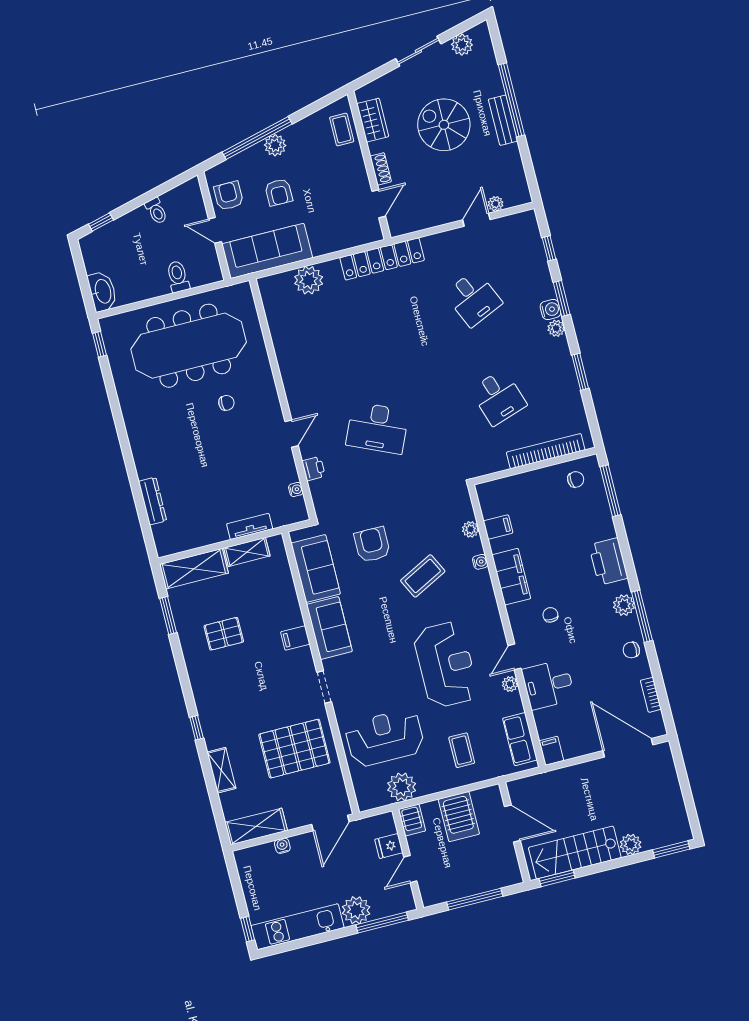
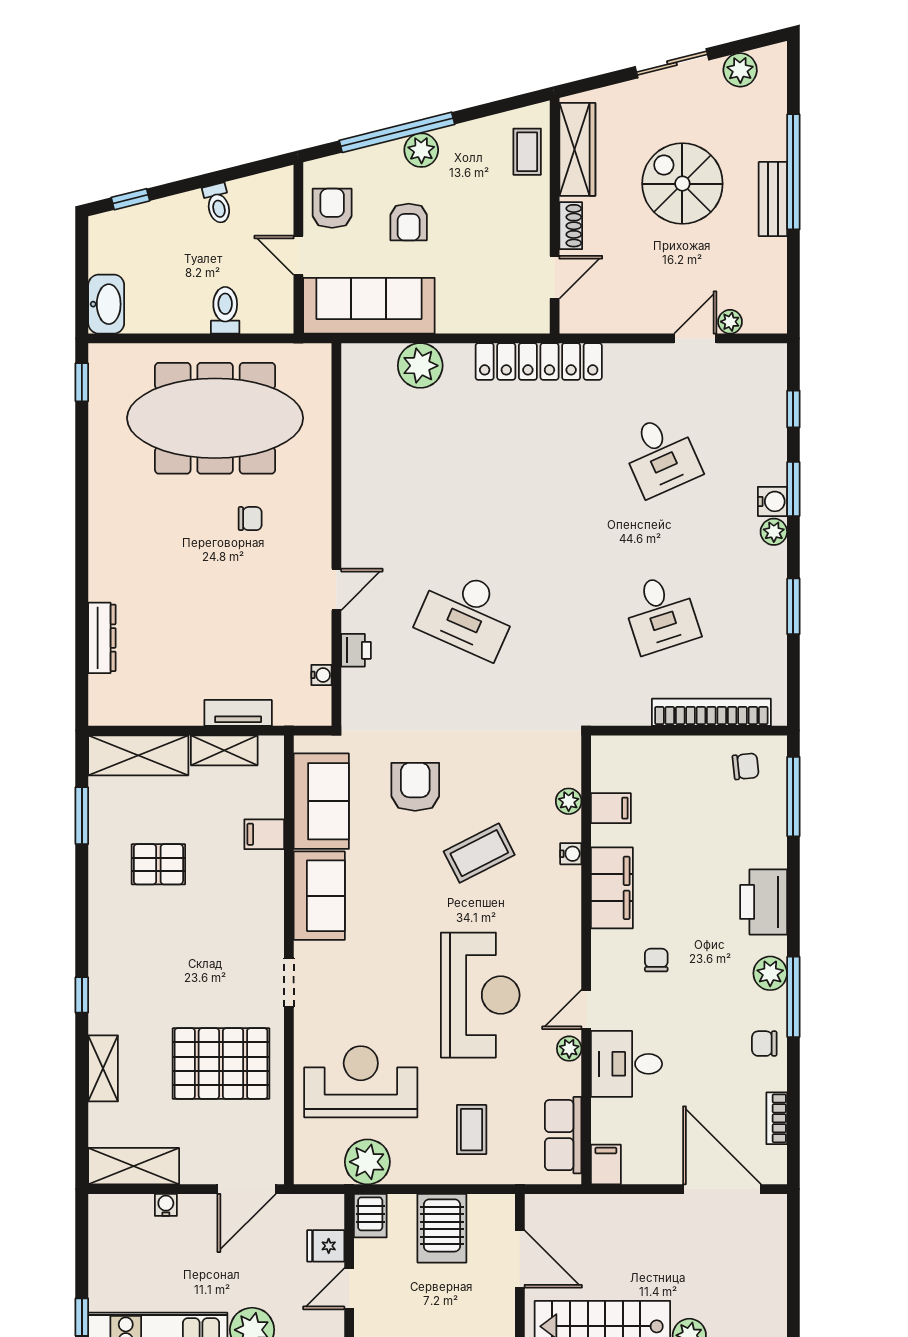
wardrobe: (373, 120) -> (577, 149), width x1.50
filing cabinet: (295, 638) -> (264, 834), moved

